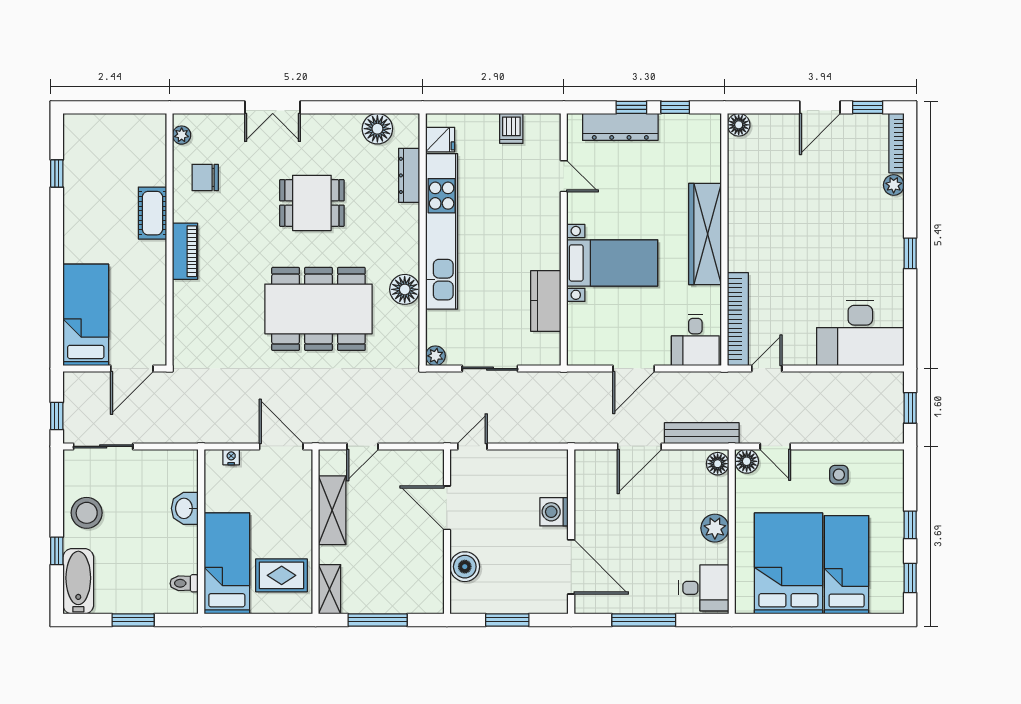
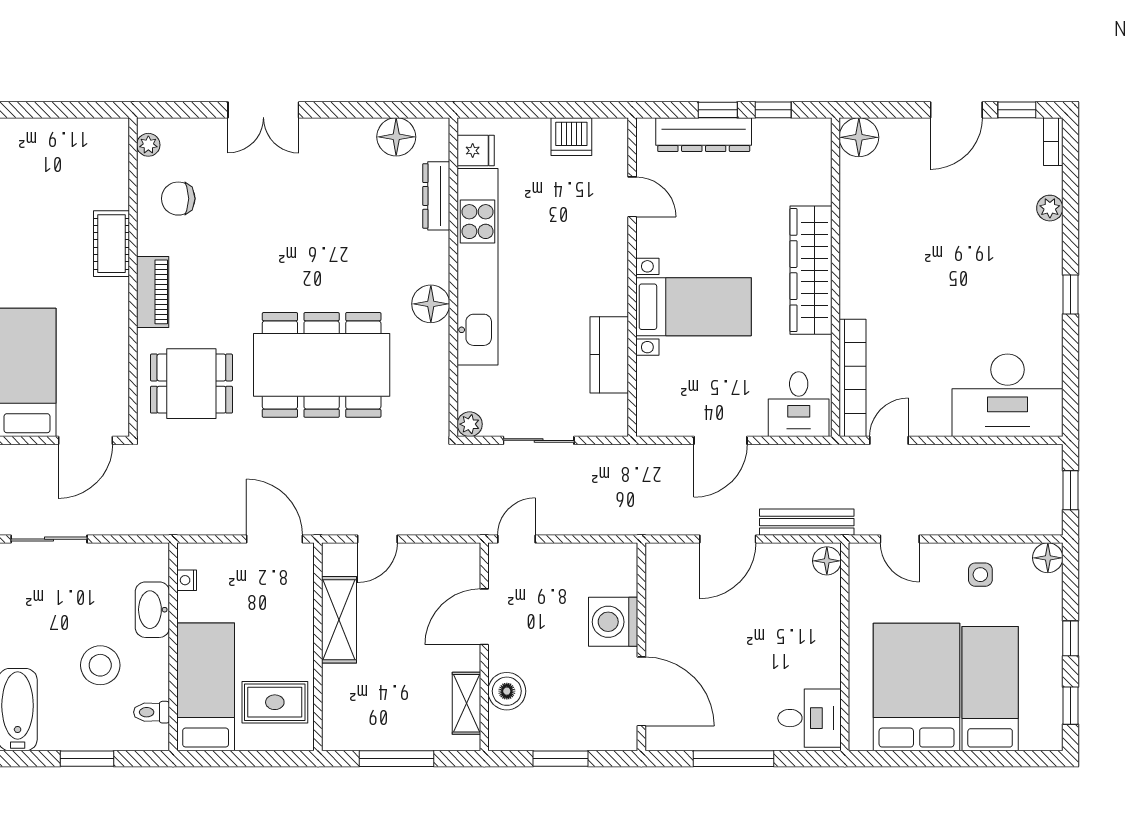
floor lamp: (739, 125) -> (859, 137), width x1.38, depth x1.38
dishwasher: (511, 128) -> (571, 137), width x1.38
bookcase: (896, 143) -> (1053, 142), width x0.64
dining table: (312, 203) -> (191, 384), moved
floor lamp: (405, 289) -> (431, 304), moved
nightstand: (231, 457) -> (187, 580), moved, turned -90
floor lamp: (747, 461) -> (1048, 558), moved
washbasin: (185, 508) -> (152, 610), width x1.38
door: (447, 508) -> (484, 617), hinge flipped
washing machine: (554, 512) -> (613, 622), width x1.37, depth x1.37
stool: (87, 513) -> (100, 665), moved
plant: (715, 528) -> (823, 642), removed
shelving: (330, 589) -> (467, 703), moved

